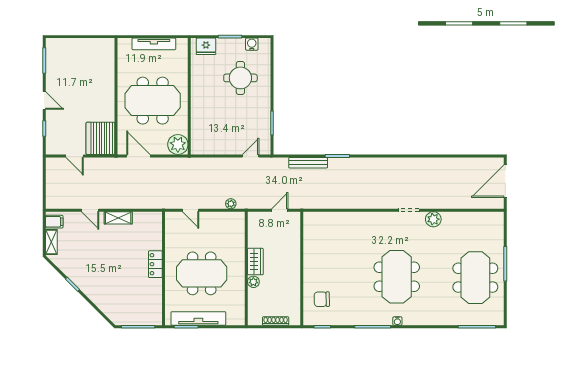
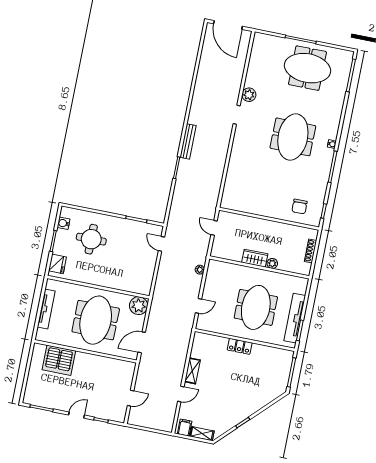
server rack: (100, 138) -> (59, 360), moved
bench: (308, 163) -> (188, 141), moved
meeting table: (397, 277) -> (293, 137), turned 90

